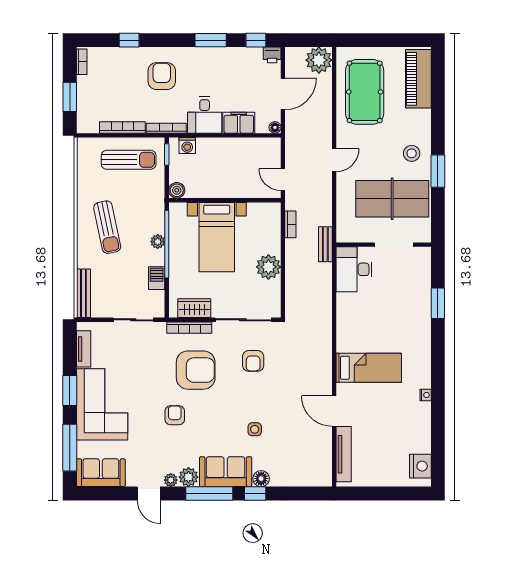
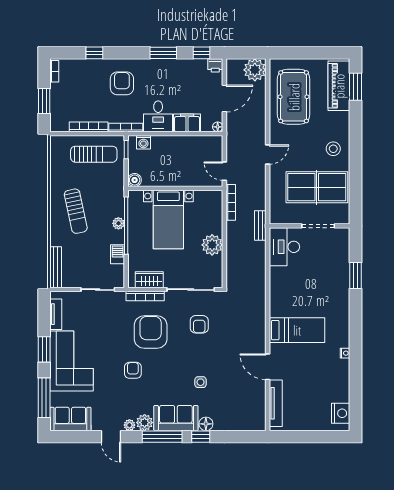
window: (438, 171) -> (356, 87), moved
bookcase: (290, 224) -> (231, 202), width x1.56
armchair: (196, 370) -> (151, 332), turned -90

